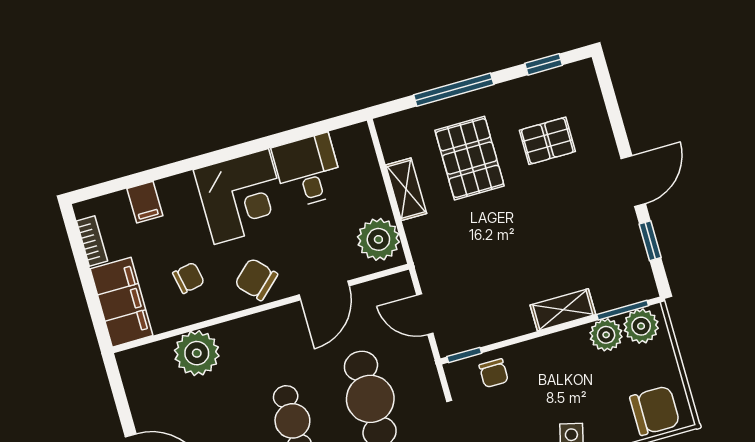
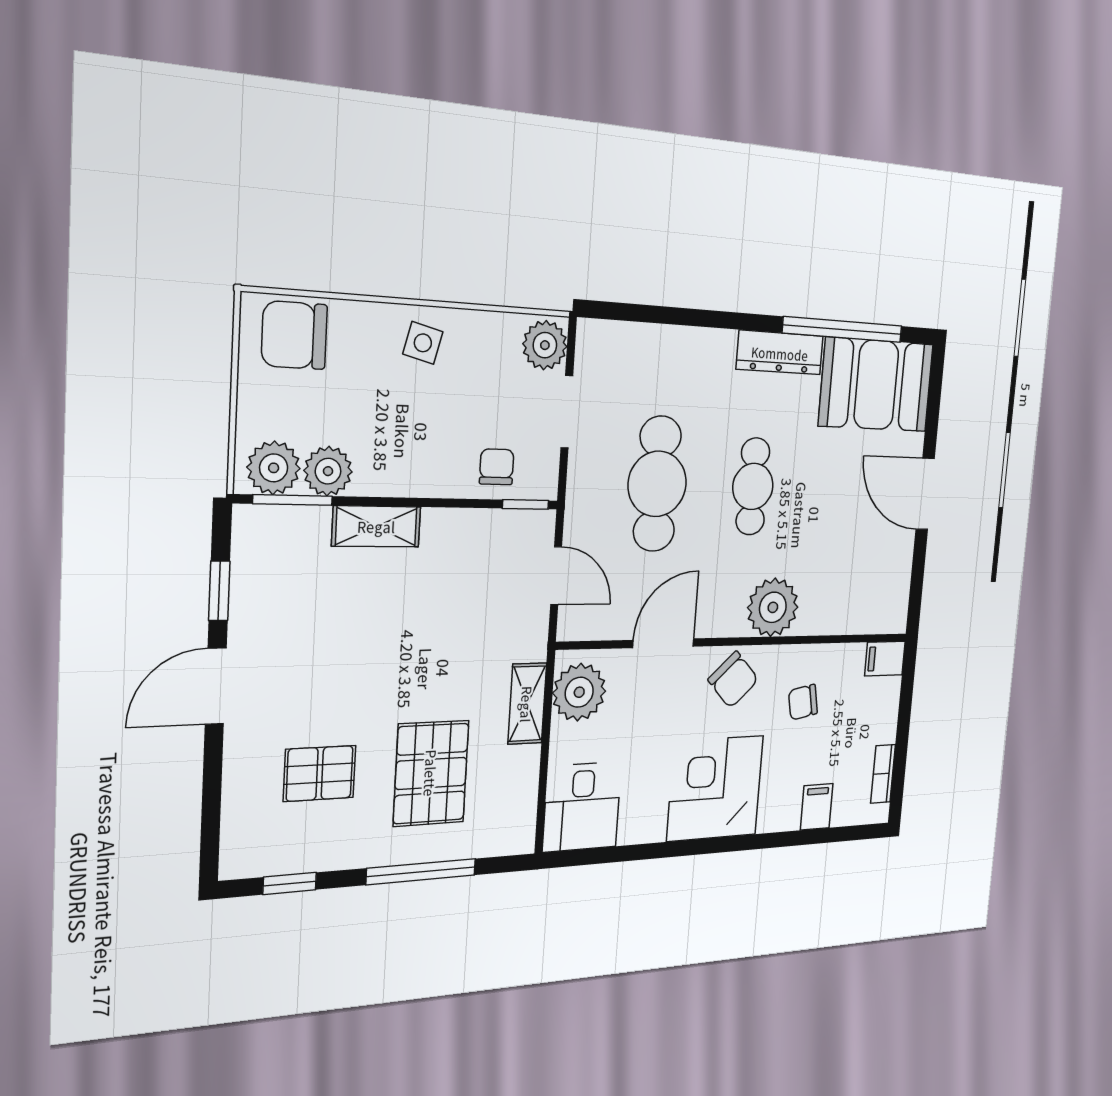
desk: (308, 171) -> (582, 807), moved
shelving: (406, 189) -> (527, 704), moved
filing cabinet: (122, 302) -> (885, 659), width x0.33, depth x0.86
plant: (197, 353) -> (773, 607), moved

